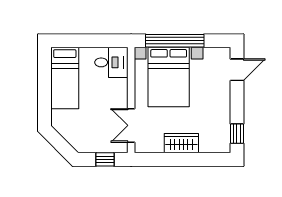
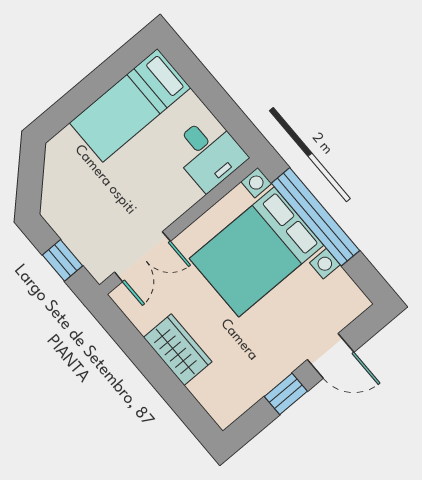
door: (237, 70) -> (331, 356), moved
double door: (131, 125) -> (142, 257), swing flipped
window: (237, 134) -> (286, 394), moved

